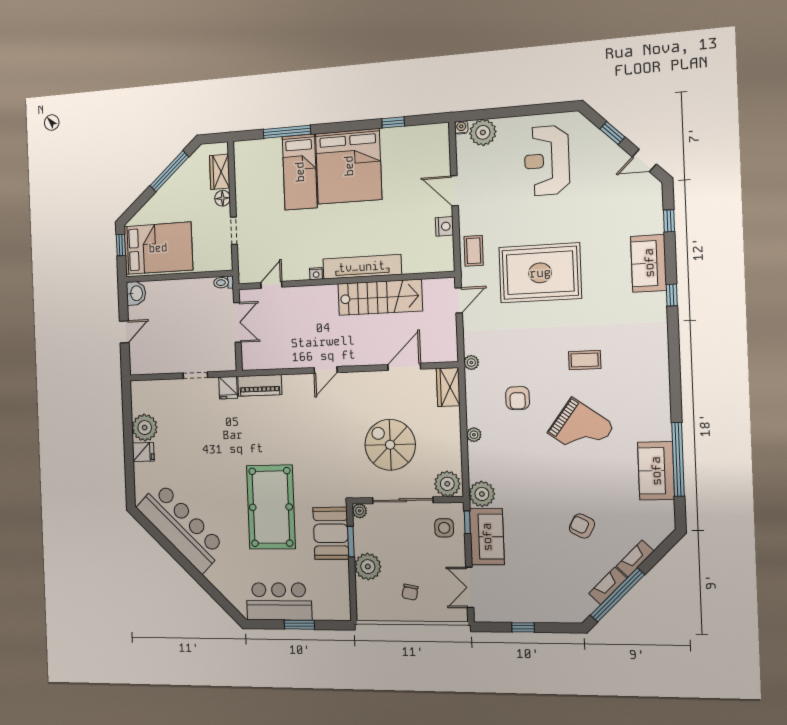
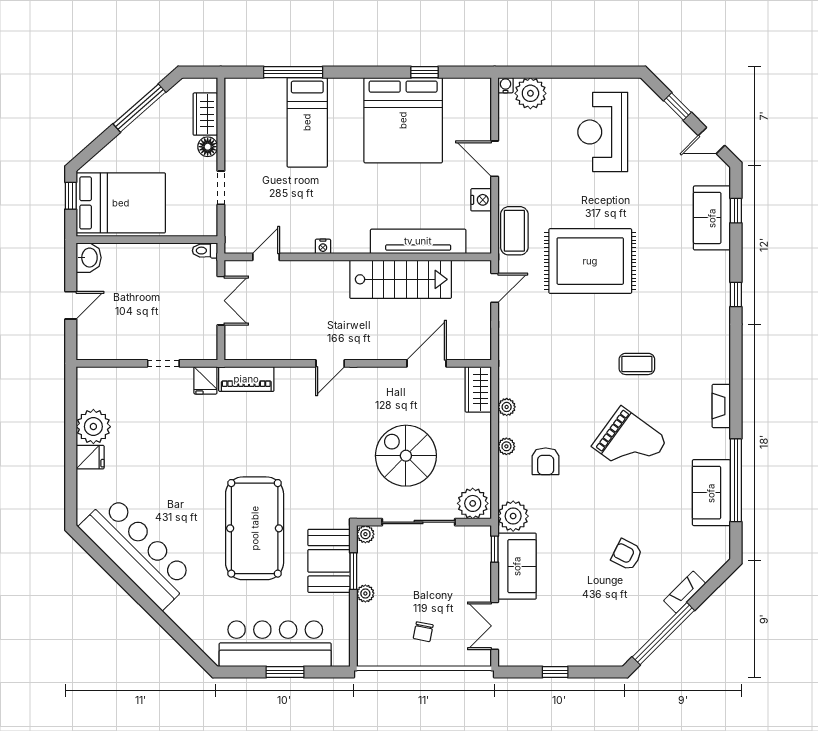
bed: (349, 166) -> (403, 120), moved
coffee table: (474, 251) -> (514, 231), width x1.36, depth x1.30
sofa: (649, 263) -> (712, 218), moved
tv unit: (362, 267) -> (418, 241), moved
plant: (471, 363) -> (507, 407), moved
armchair: (518, 398) -> (546, 461), moved
side table: (444, 528) -> (467, 555), removed
plant: (368, 567) -> (365, 593), width x0.53, depth x0.53
fireplace: (608, 586) -> (721, 406), moved, turned -45
bar counter: (279, 601) -> (275, 644), width x1.36

